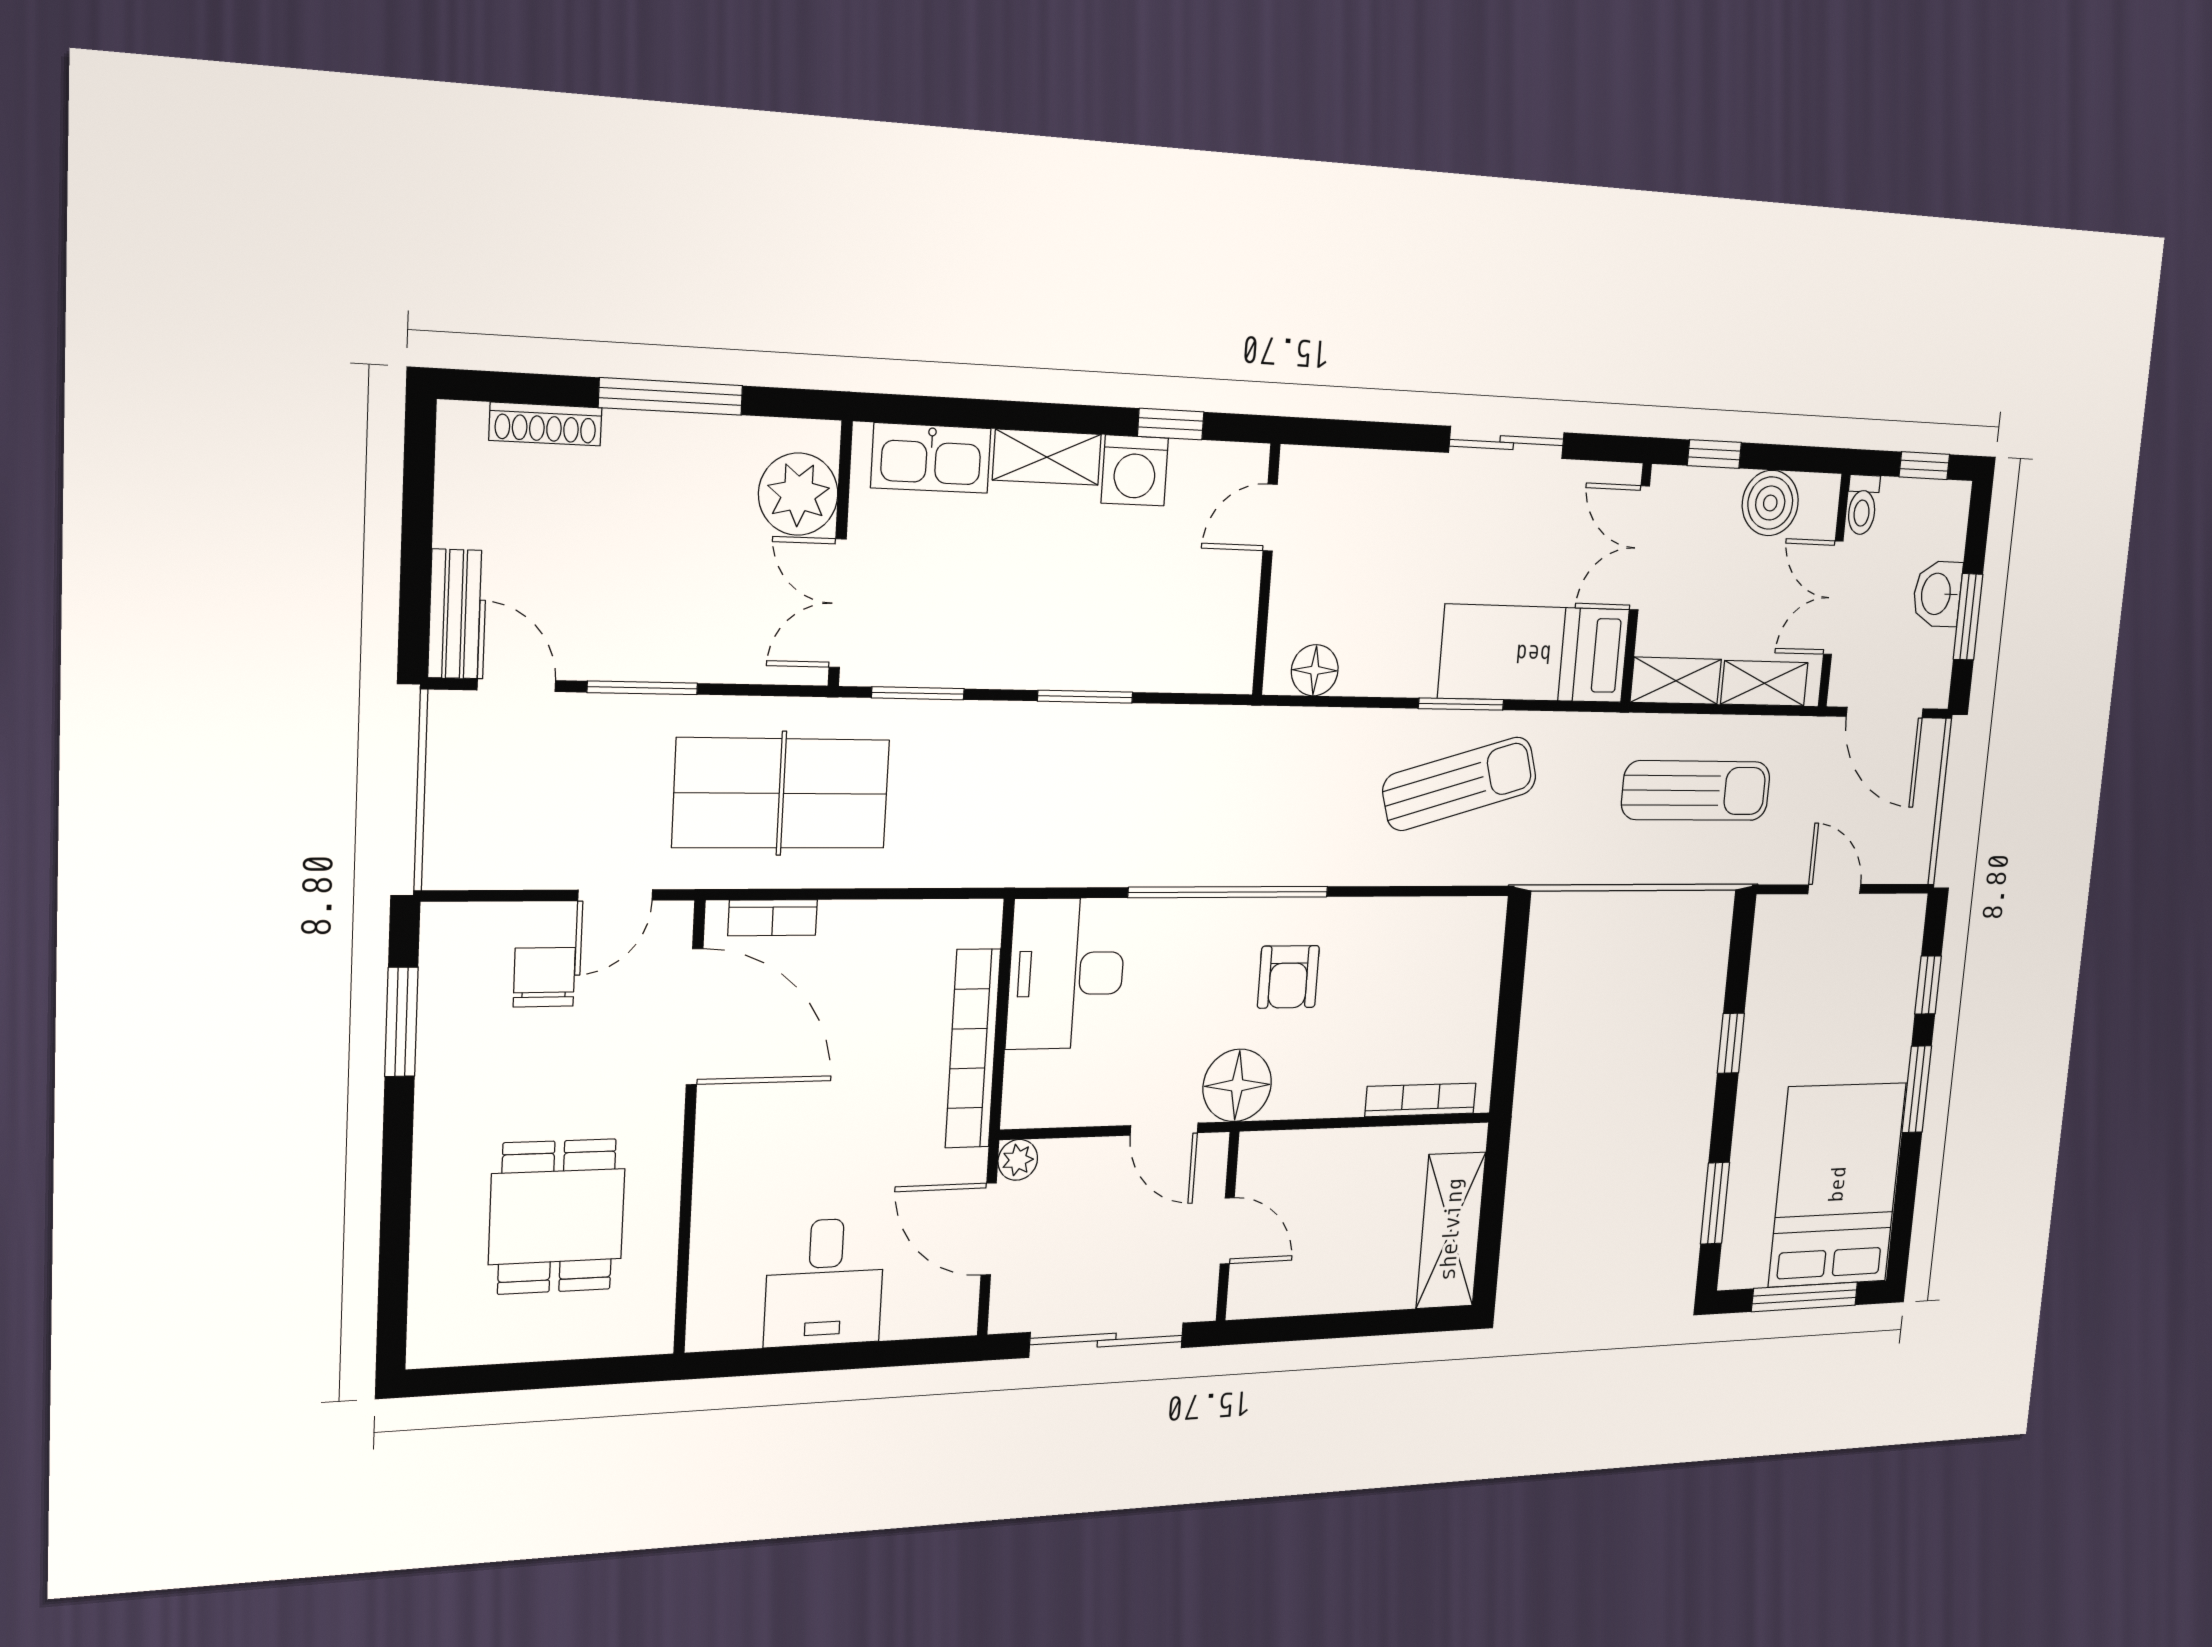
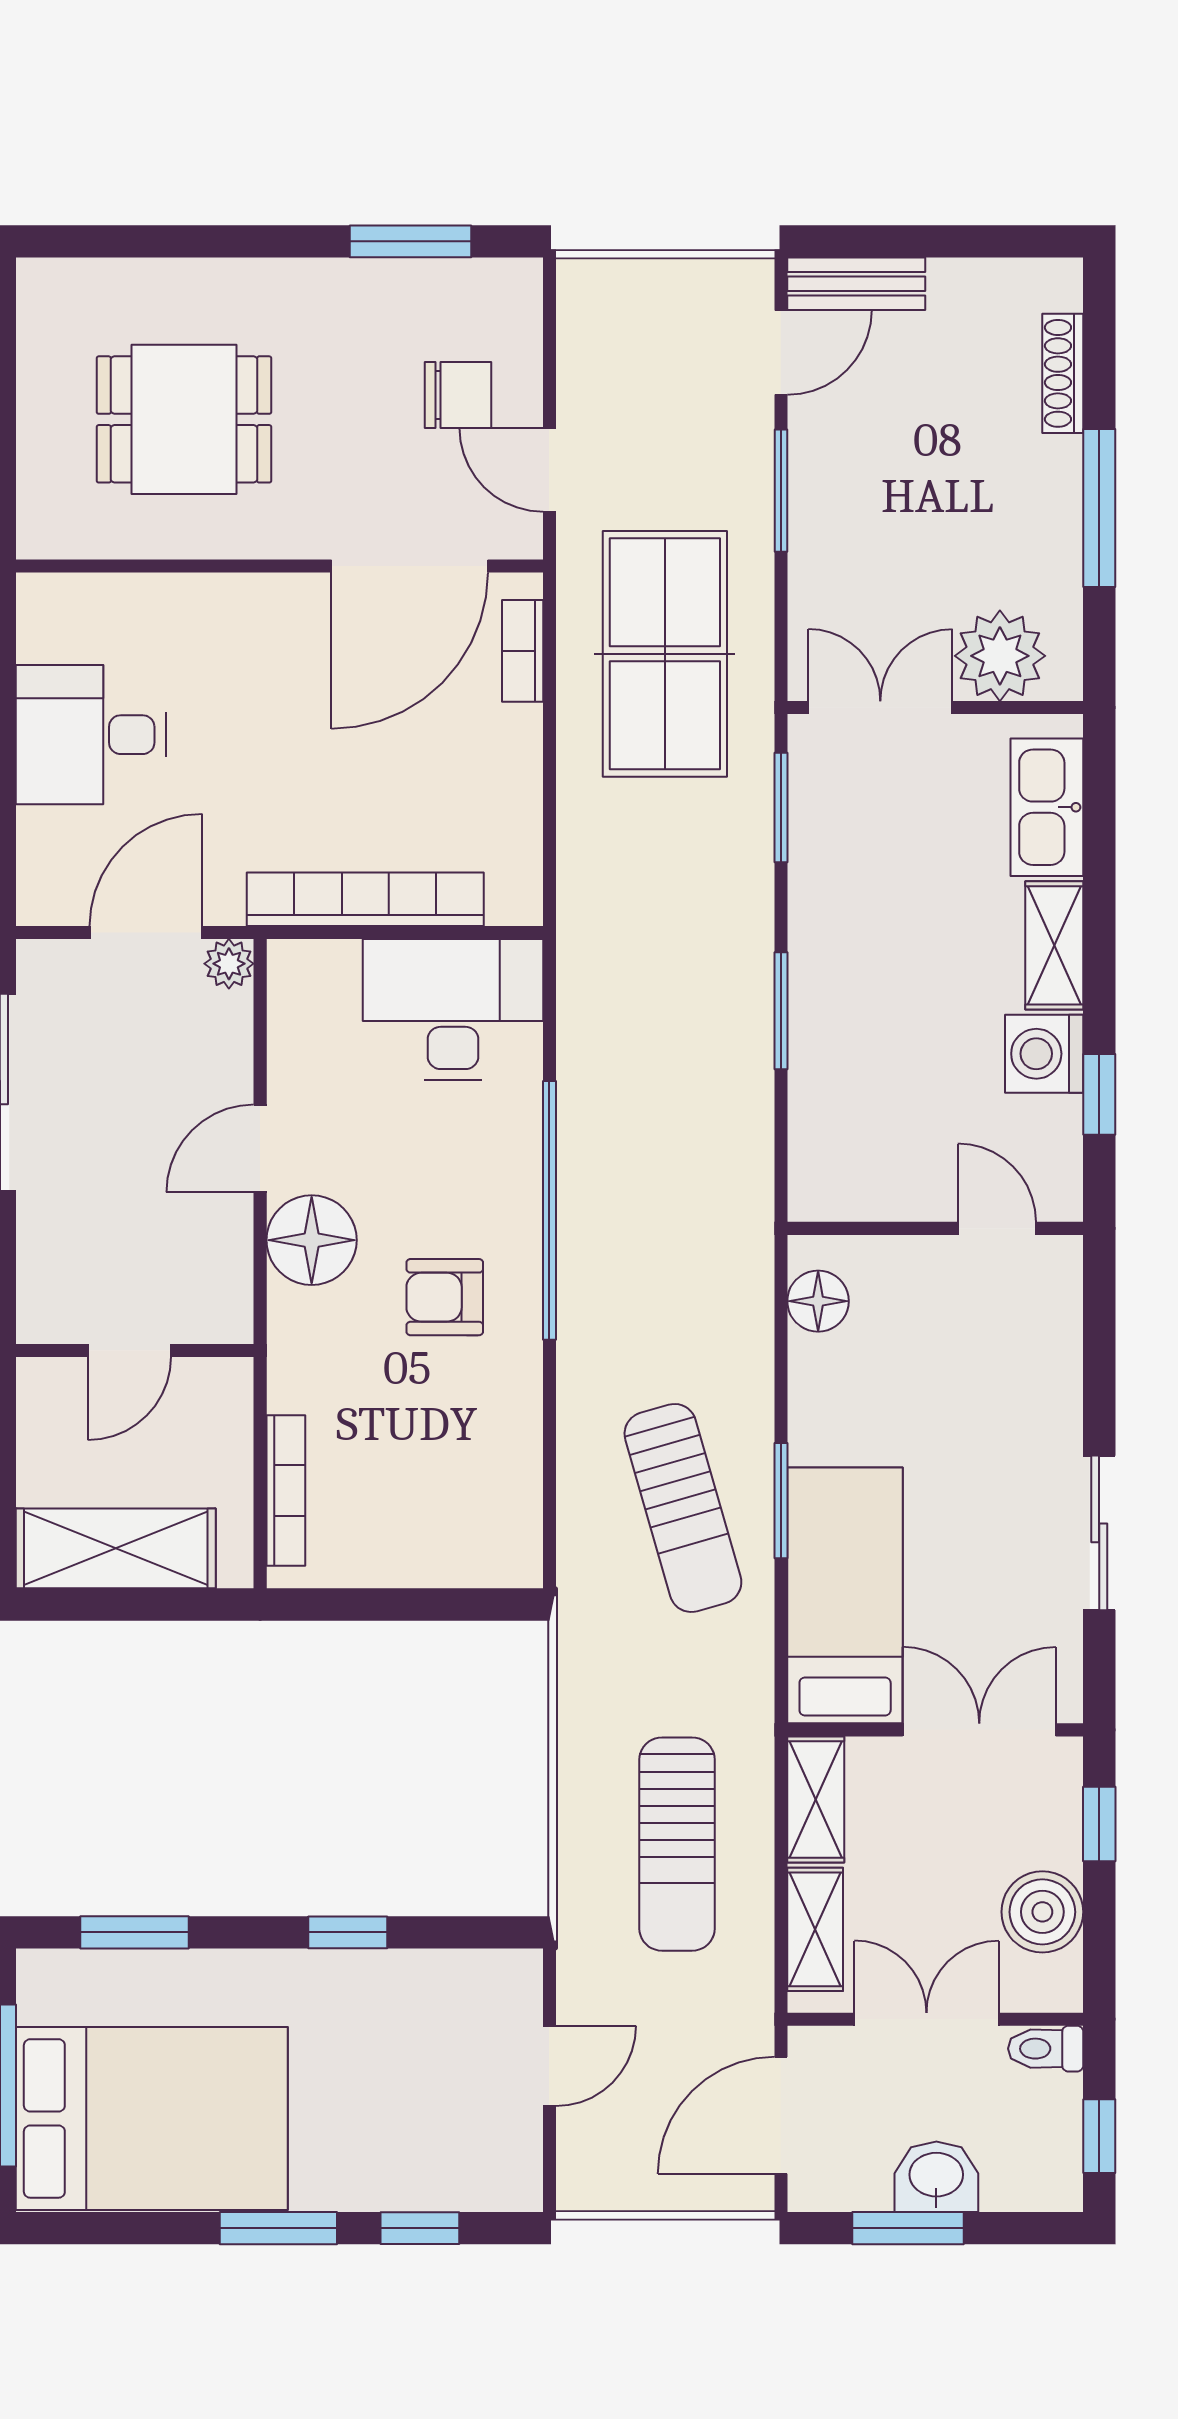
wall: (1228, 1227) -> (135, 1350), moved
door: (1227, 1231) -> (129, 1350), moved

